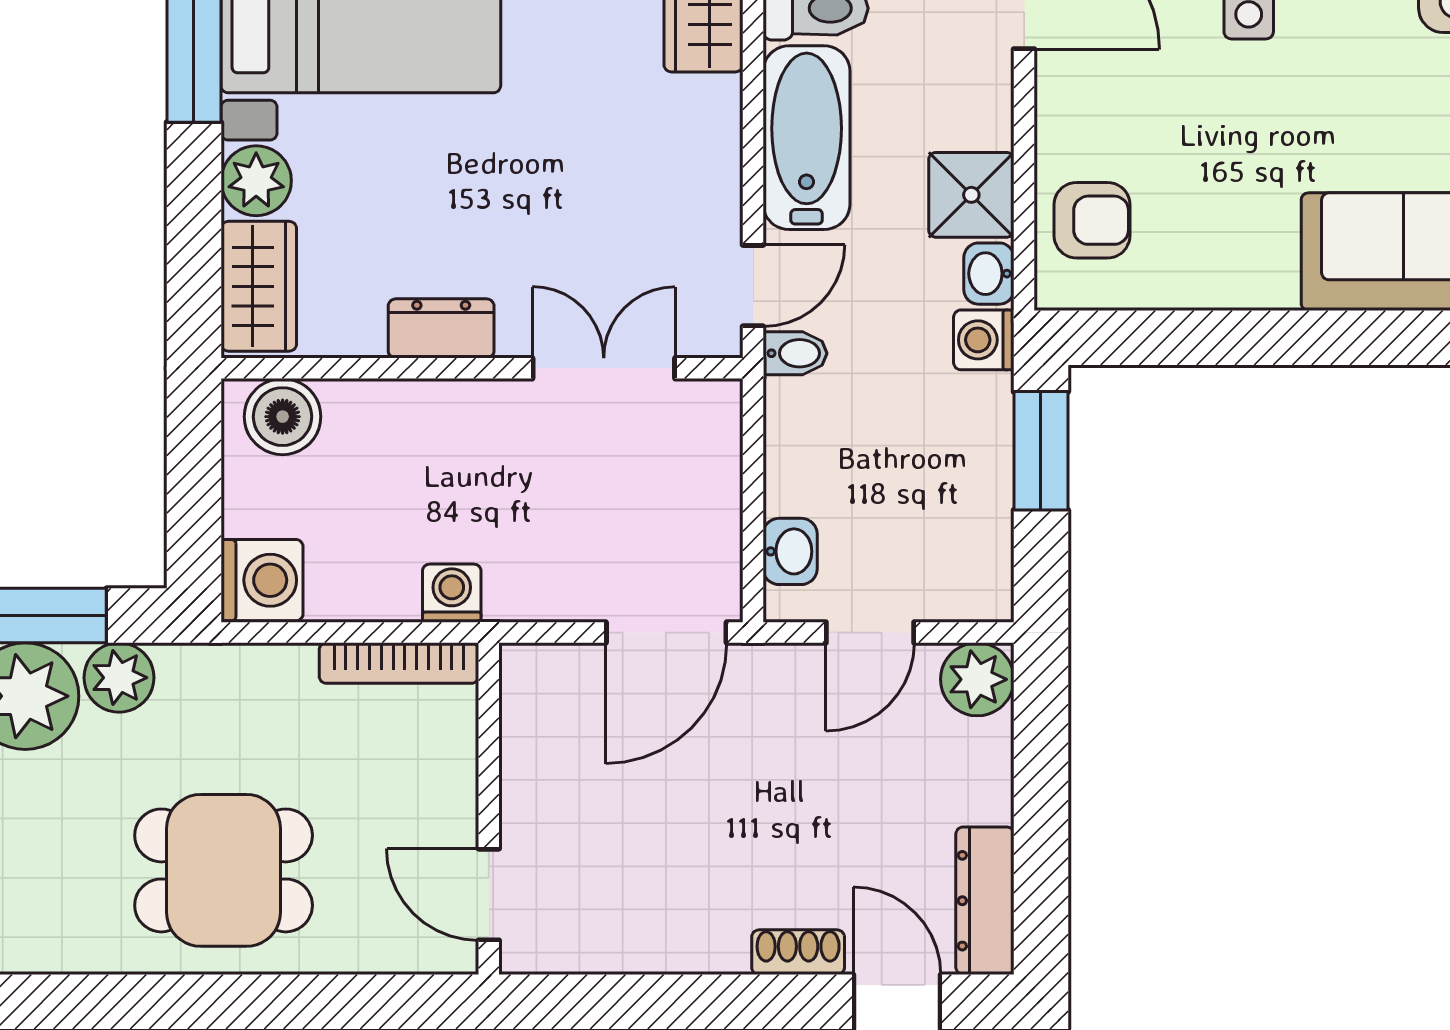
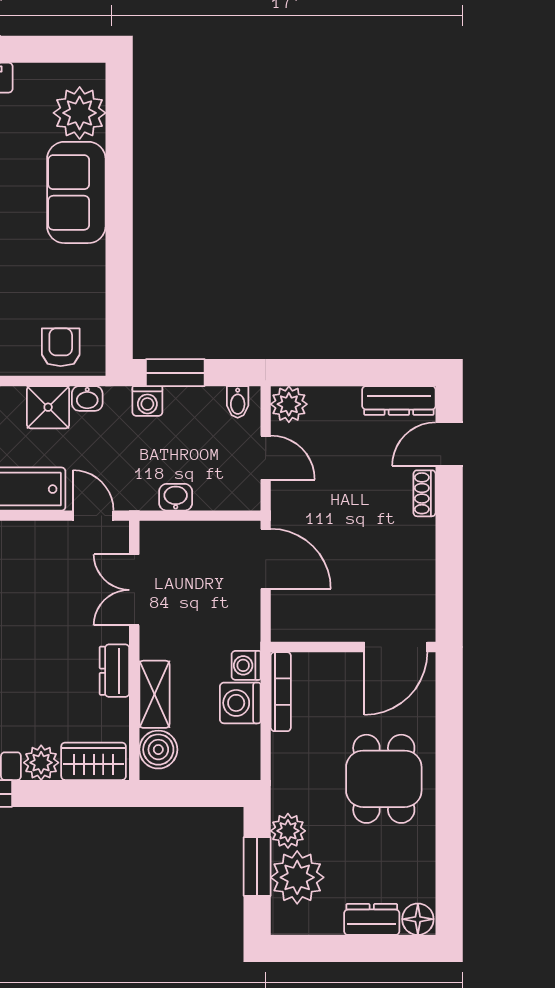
washing machine: (984, 340) -> (147, 401), moved
bidet: (795, 353) -> (238, 402), moved, turned 180
shelving: (394, 409) -> (154, 694), added
washbasin: (790, 551) -> (176, 497), moved
washing machine: (262, 580) -> (240, 703), moved, turned -90
door: (489, 895) -> (396, 647), width x1.38

